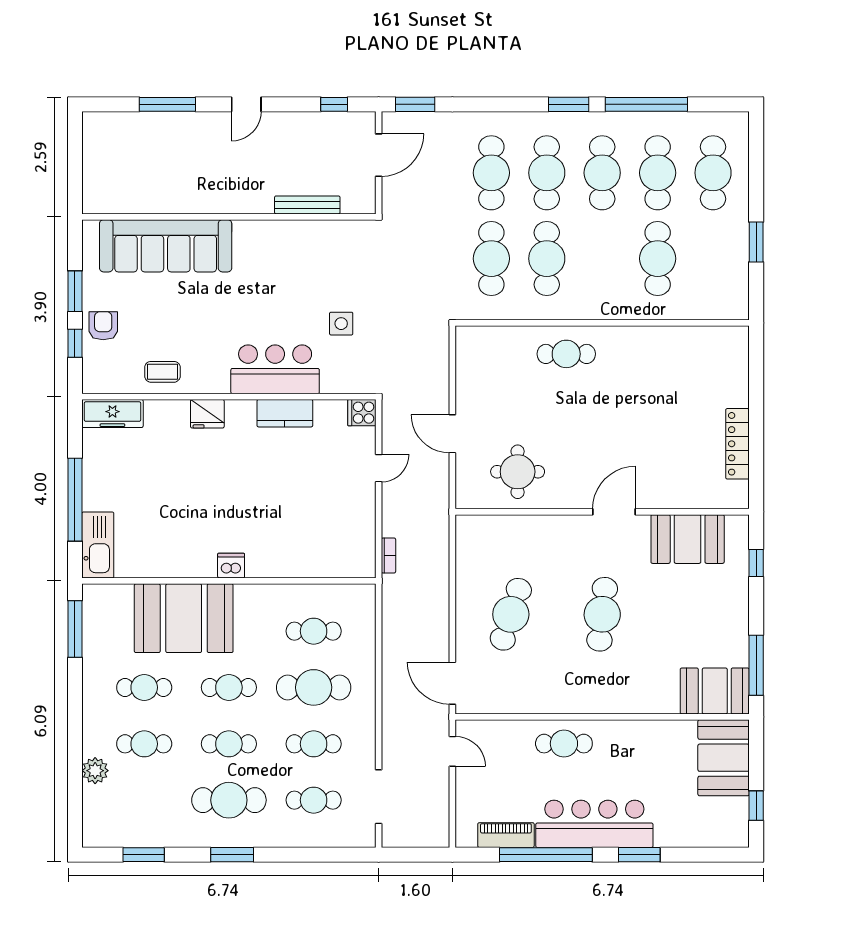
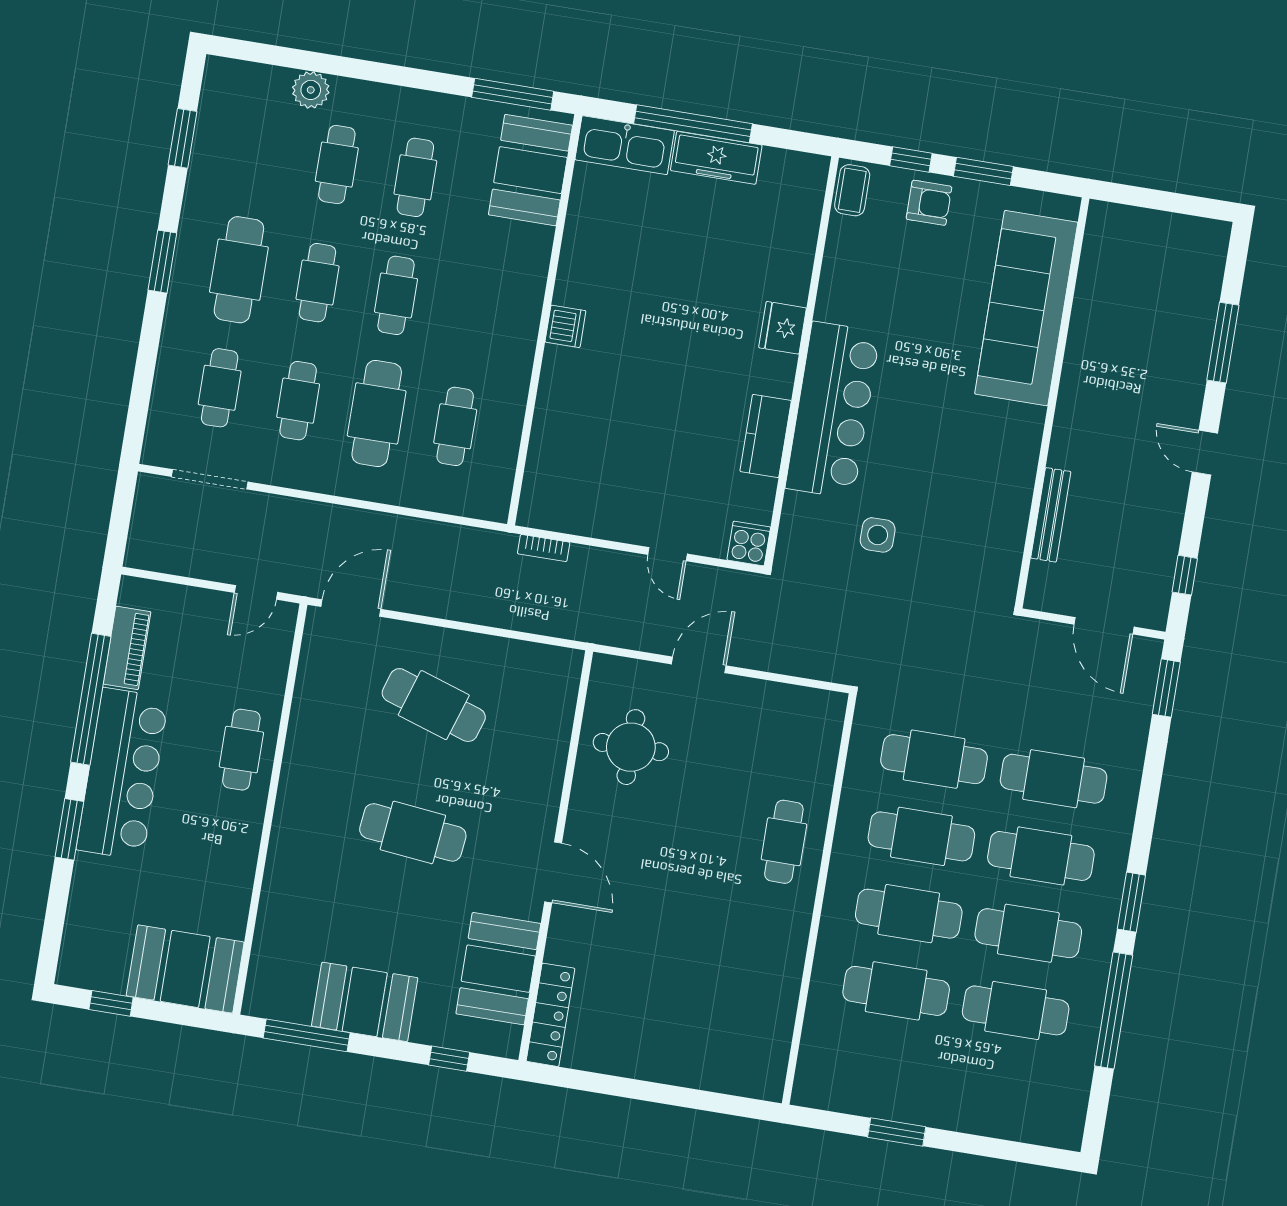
cafe table: (713, 173) -> (909, 914), moved
bar counter: (275, 369) -> (833, 410), width x1.36
coffee table: (162, 372) -> (852, 190), moved
freezer: (112, 413) -> (716, 158), moved, turned -90
locker: (737, 444) -> (550, 1015), moved, turned 90
booth: (184, 618) -> (530, 170), moved, width x0.73, depth x0.70
booth: (715, 691) -> (365, 1002), moved, turned 90

